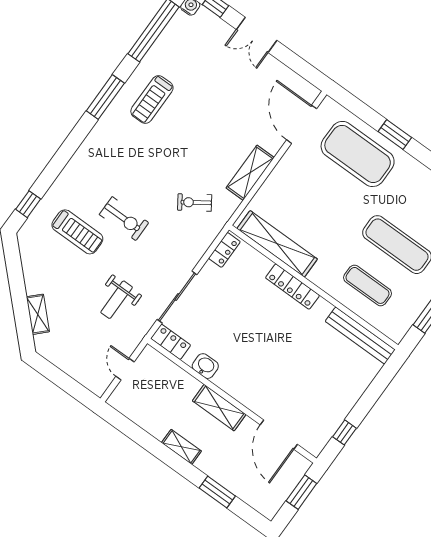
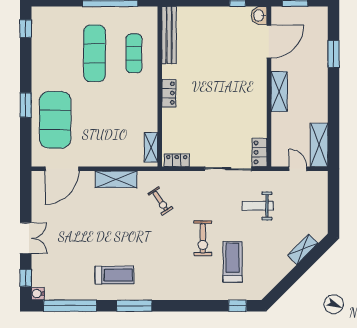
exercise bike: (124, 219) -> (203, 238), turned 180
shelving: (277, 244) -> (151, 147), width x0.45, depth x0.75
locker: (292, 287) -> (169, 93), width x0.66
weight bench: (117, 300) -> (258, 206), turned 180
washbasin: (205, 366) -> (259, 16), moved
door: (125, 369) -> (298, 169), swing flipped
shelving: (181, 447) -> (319, 145), moved, width x1.50, depth x1.33

